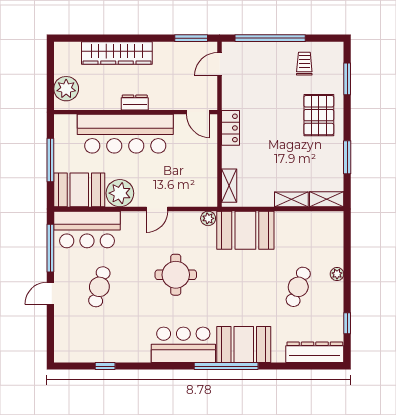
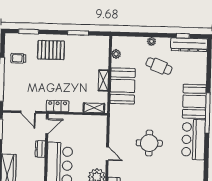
door: (220, 64) -> (28, 112), moved
dresser: (135, 103) -> (40, 149), moved
shelving: (291, 199) -> (103, 80), moved
shelving: (327, 199) -> (104, 47), removed
plant: (208, 218) -> (116, 54), moved
booth: (245, 230) -> (123, 86), moved
dresser: (315, 352) -> (189, 45), moved, turned -90

